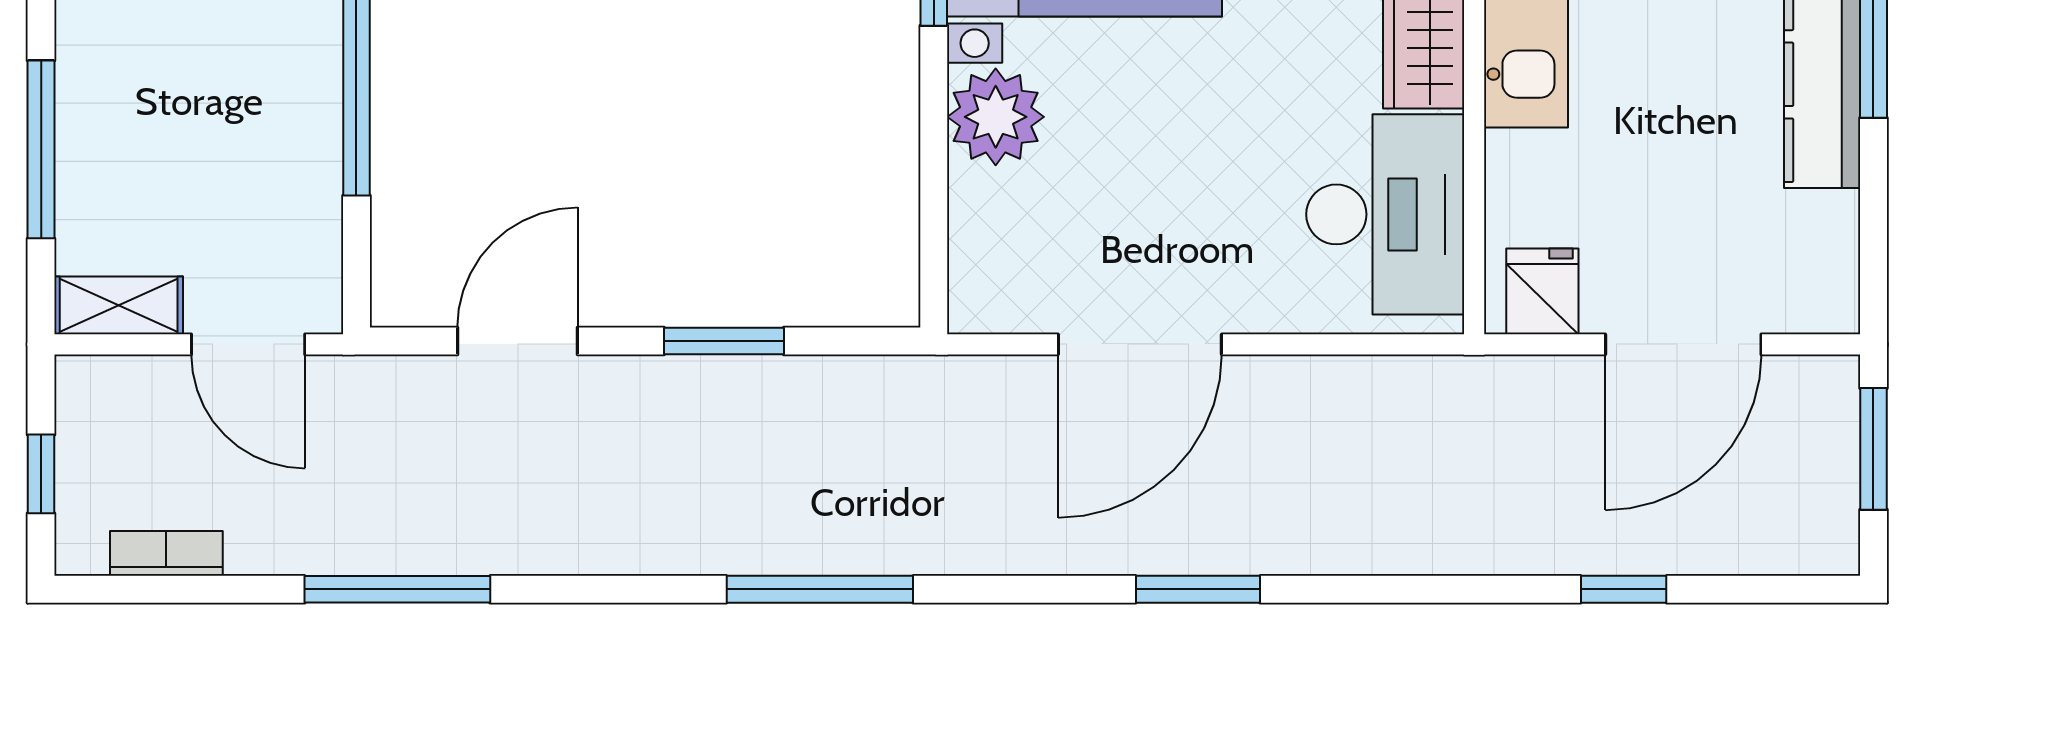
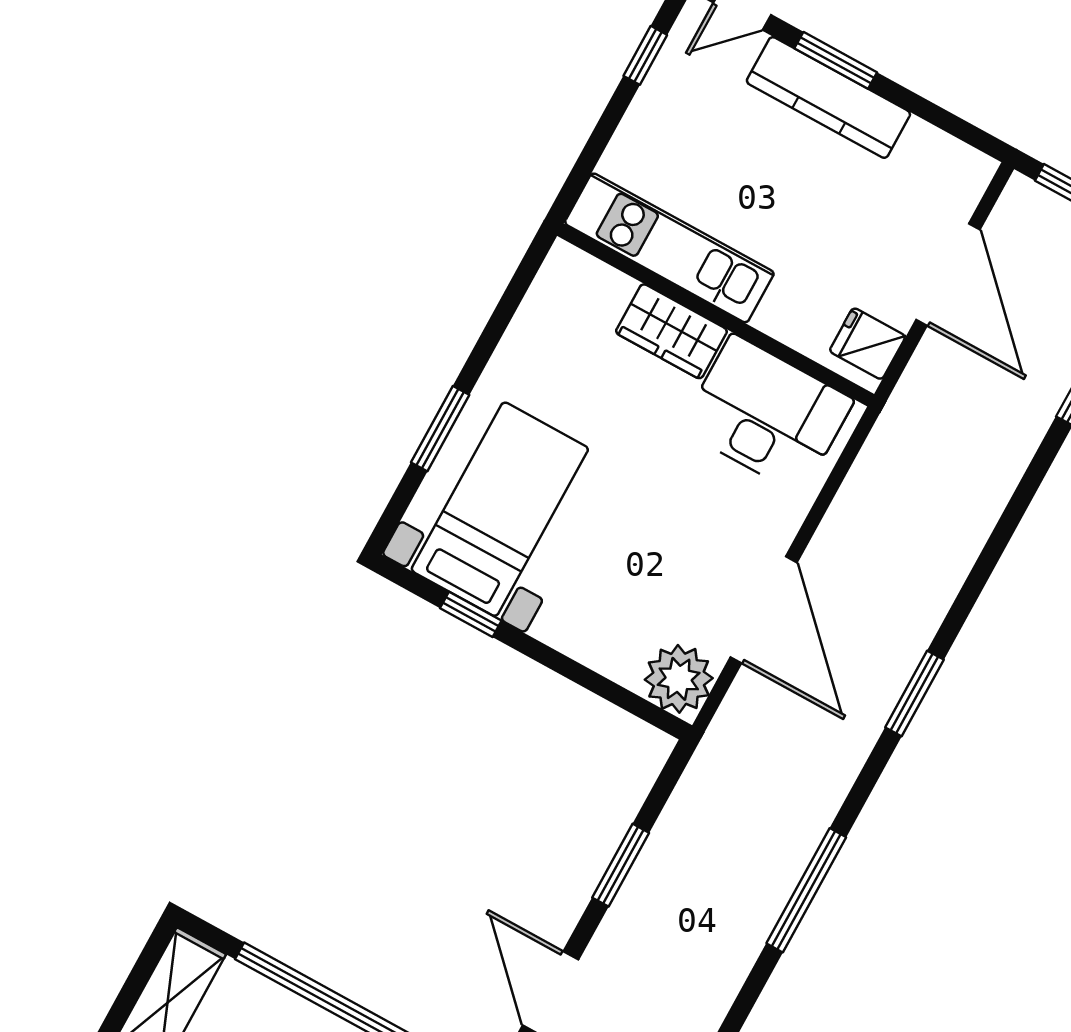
plant: (996, 117) -> (679, 679), moved
window: (1198, 589) -> (914, 694), moved

